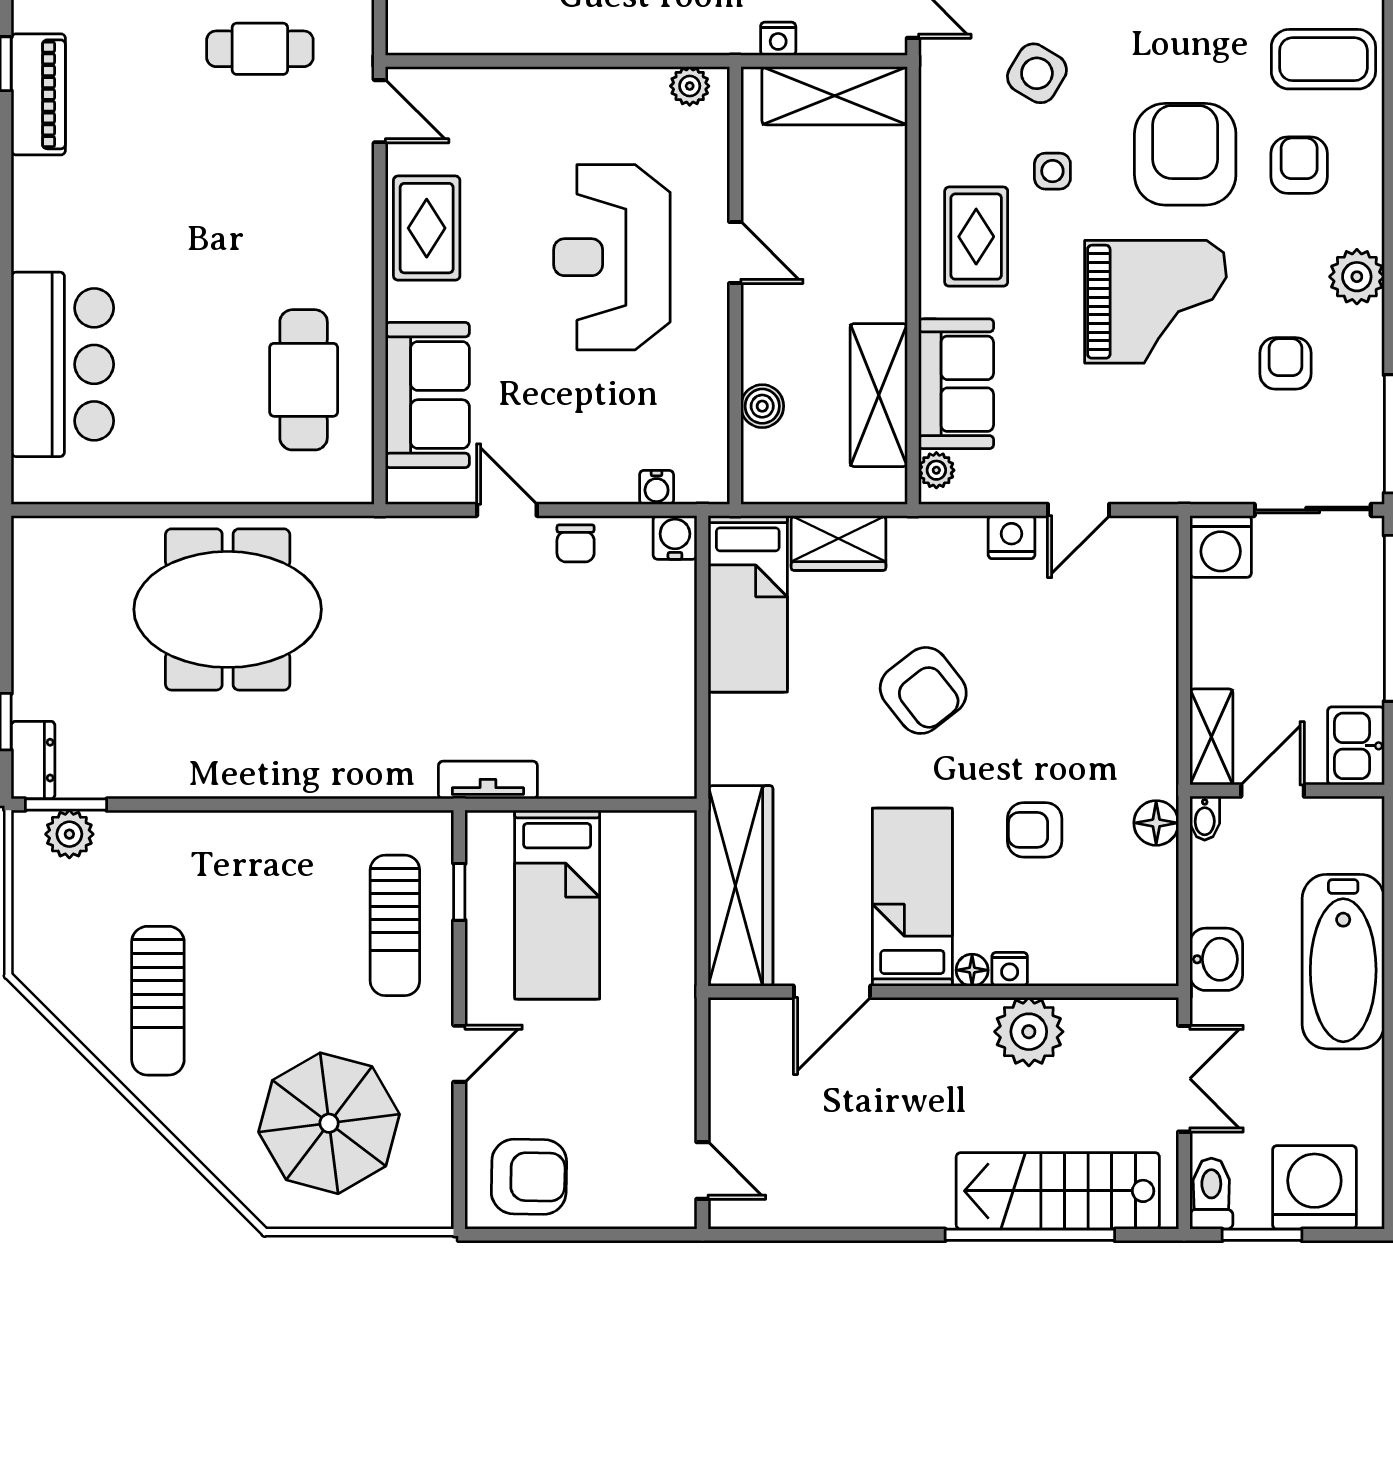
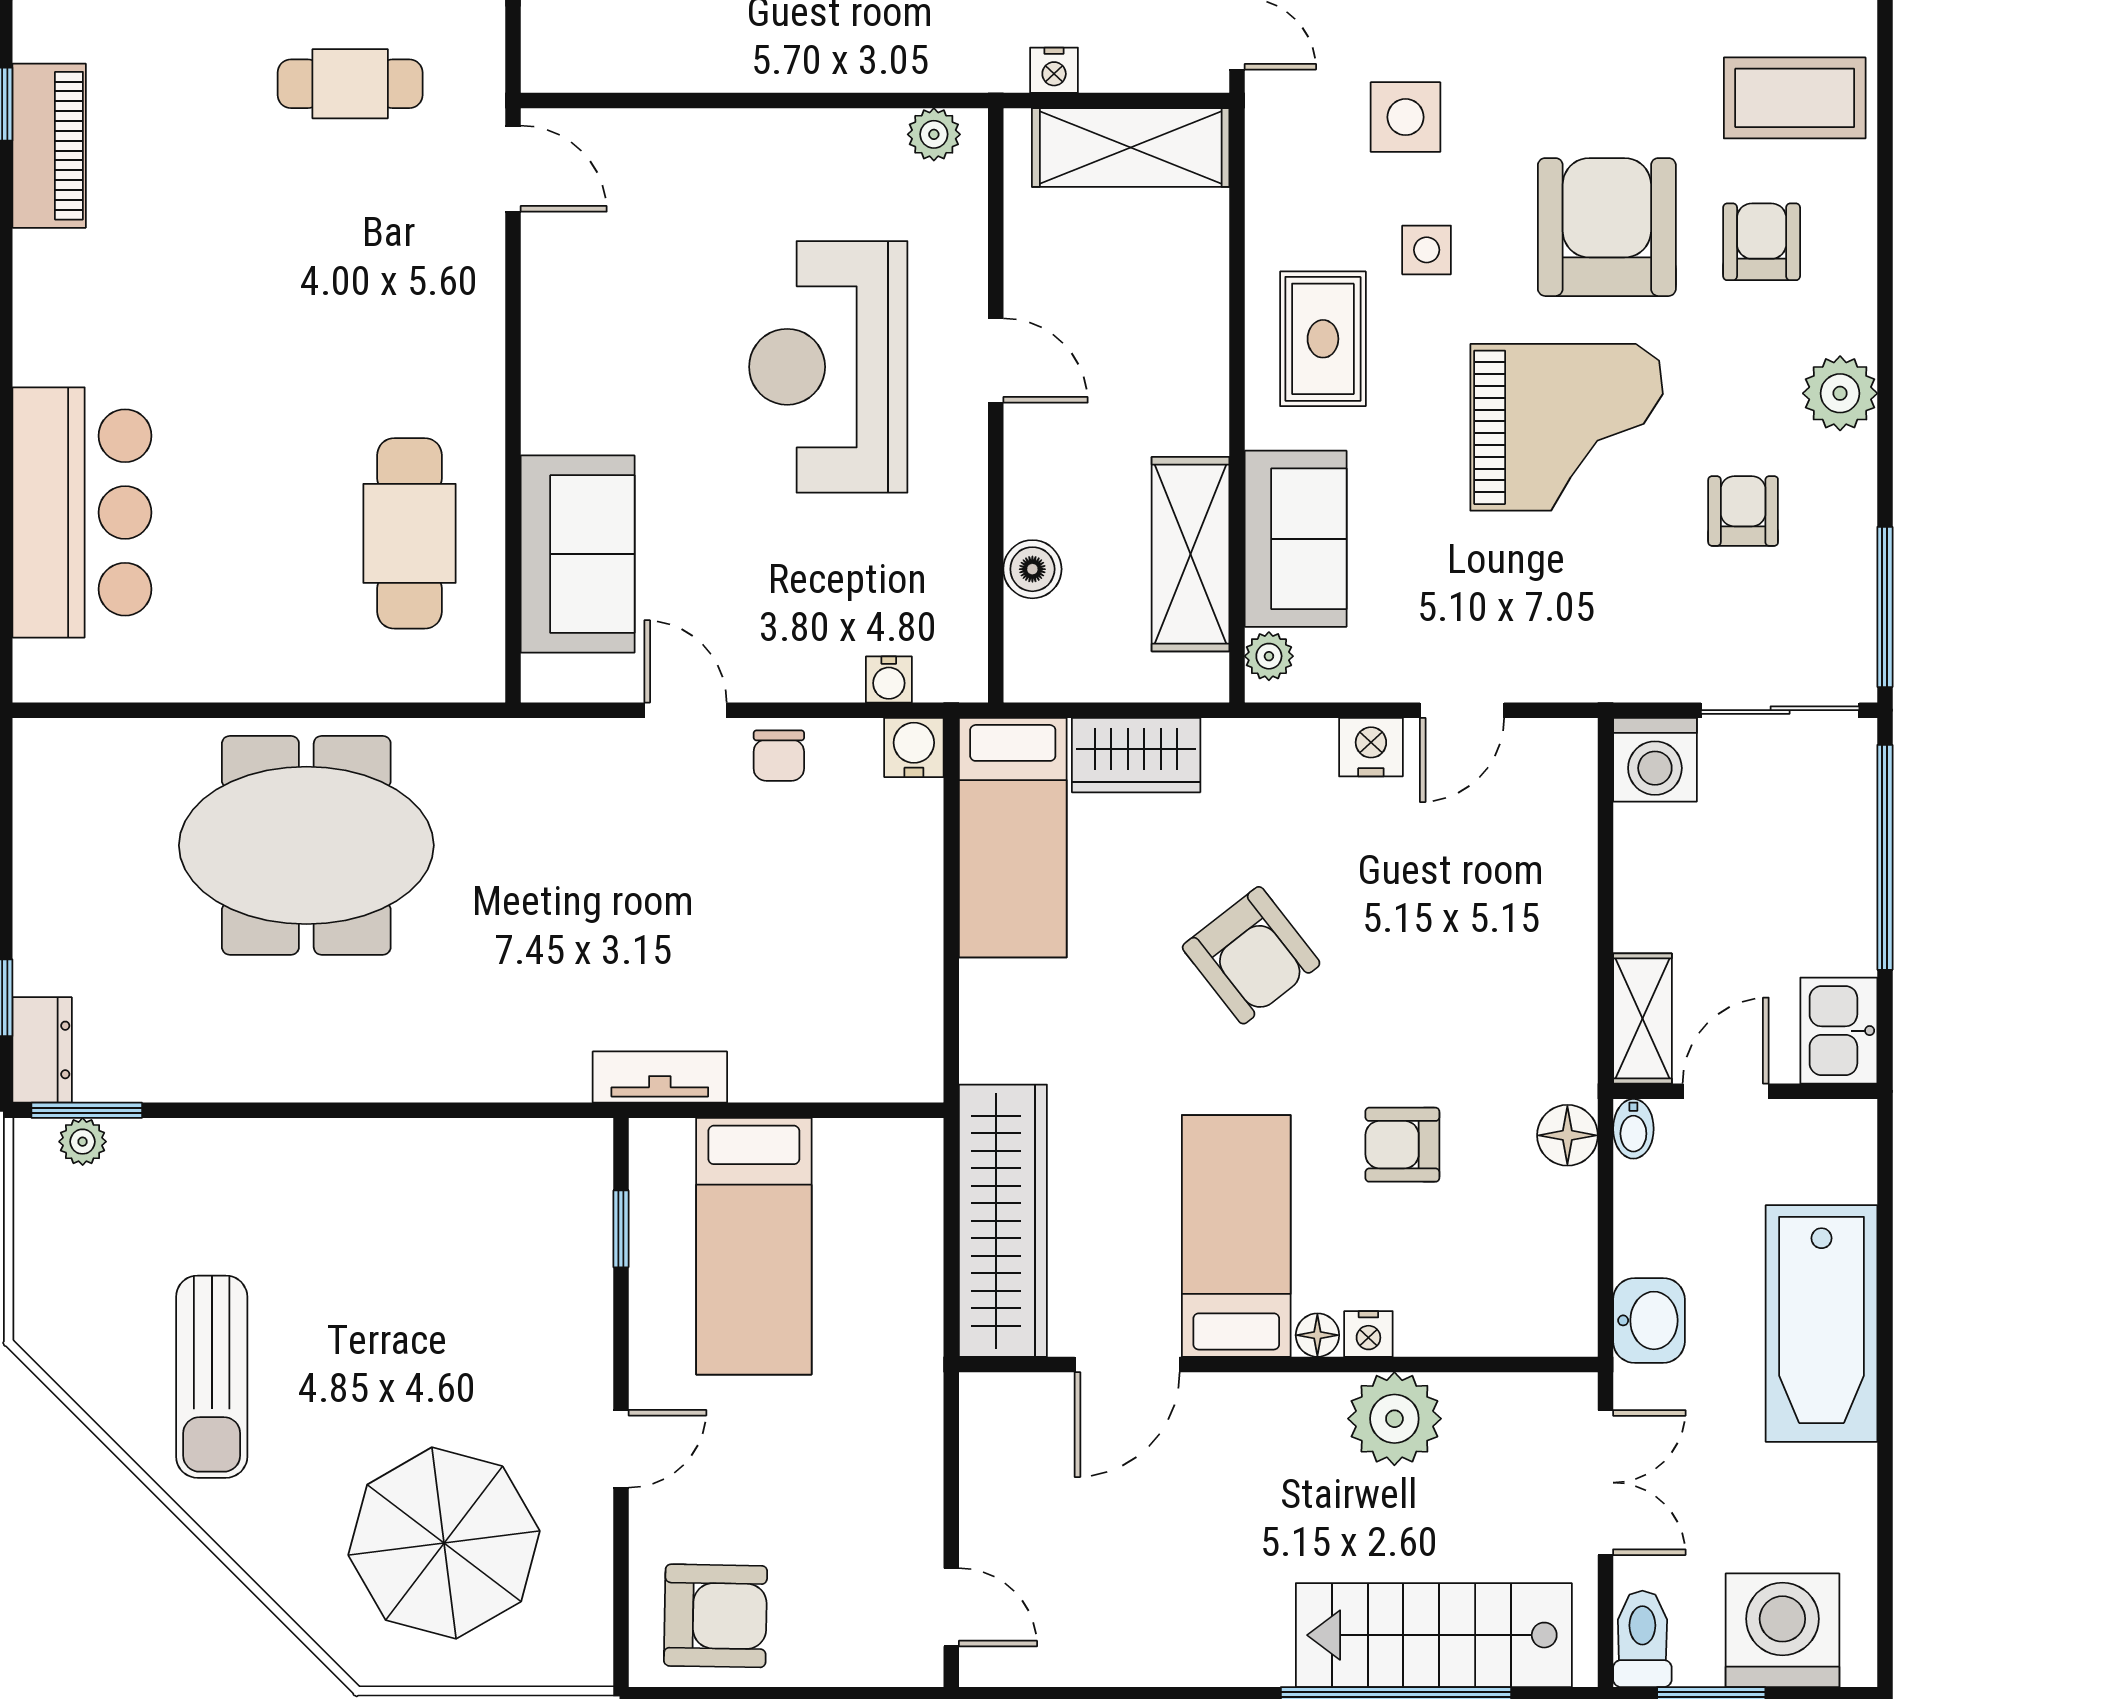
side table: (1037, 73) -> (1406, 117), turned -31
rug: (427, 228) -> (577, 327), removed
plant: (69, 834) -> (83, 1142), width x0.73, depth x0.73
sun lounger: (395, 925) -> (533, 1274), removed

